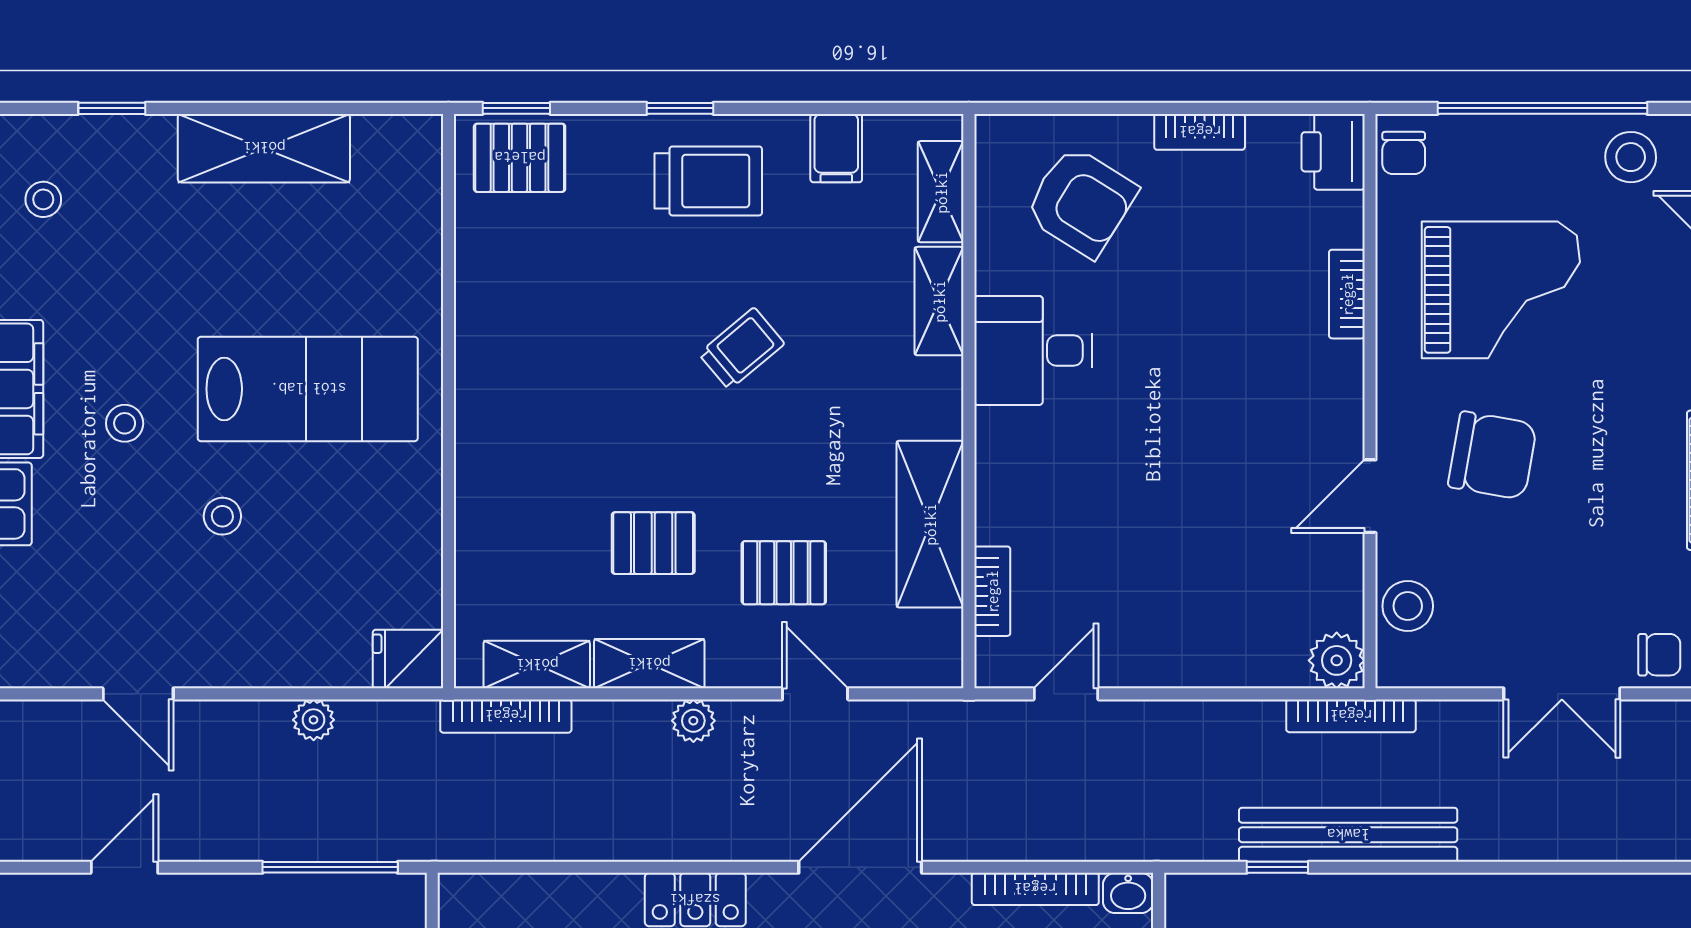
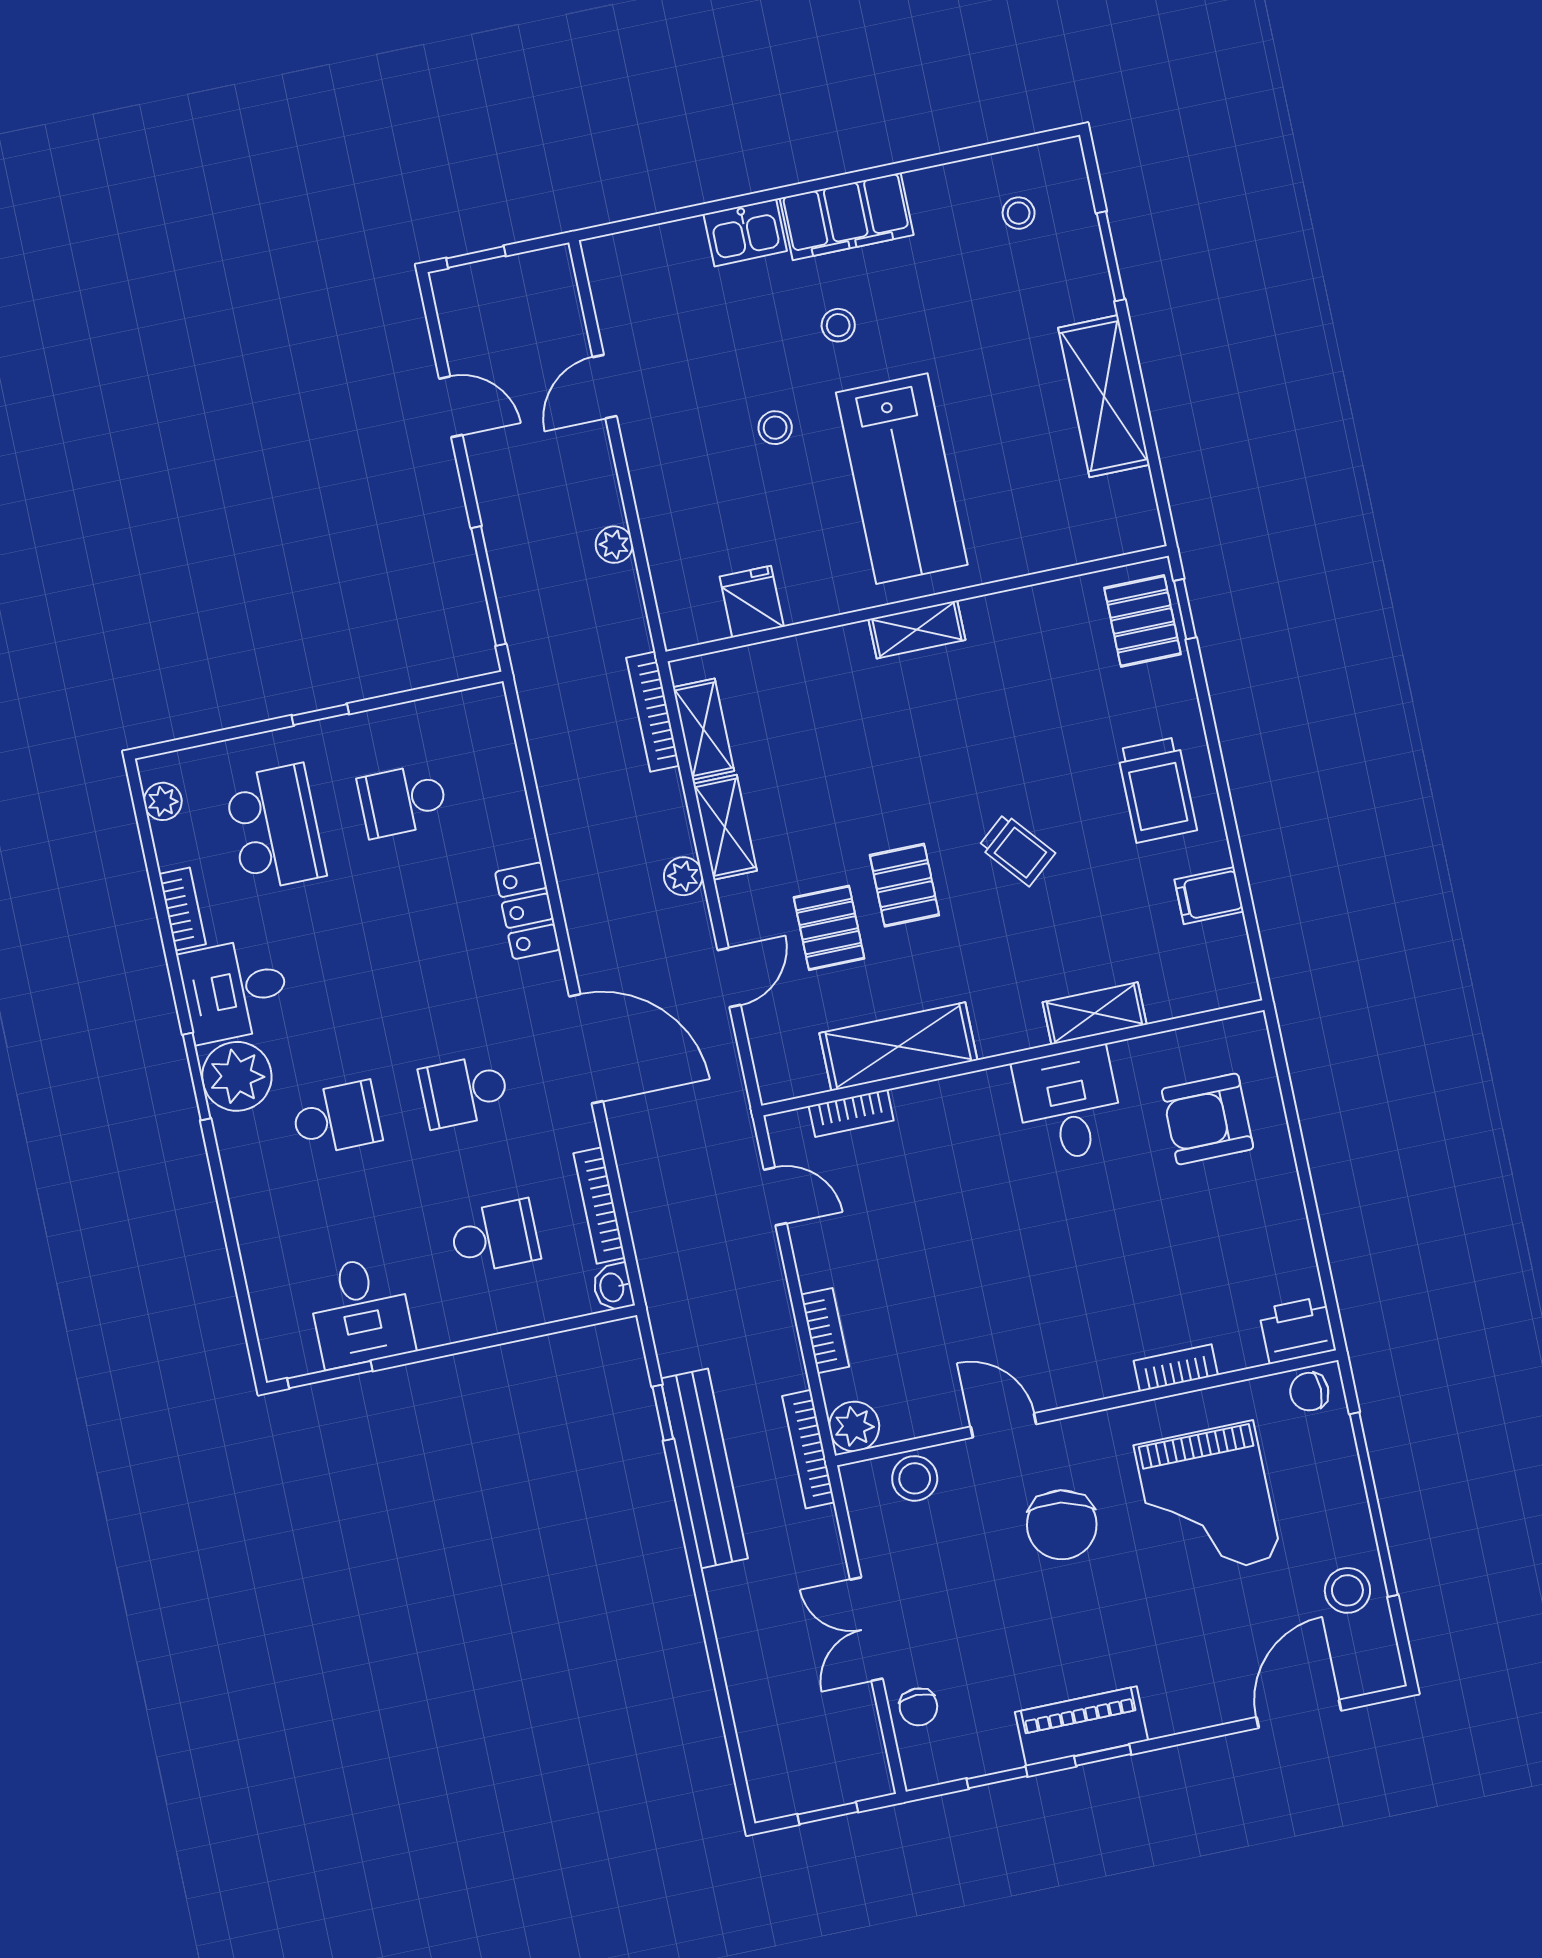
window: (112, 108) -> (1111, 256), width x1.50
window: (680, 108) -> (1215, 752), removed
bookcase: (1200, 132) -> (825, 1331), moved, turned 180
shelving: (941, 192) -> (917, 629), moved
armchair: (1081, 202) -> (1208, 1119), turned 58
pallet: (653, 543) -> (904, 885), moved
fridge: (408, 659) -> (752, 602), moved

